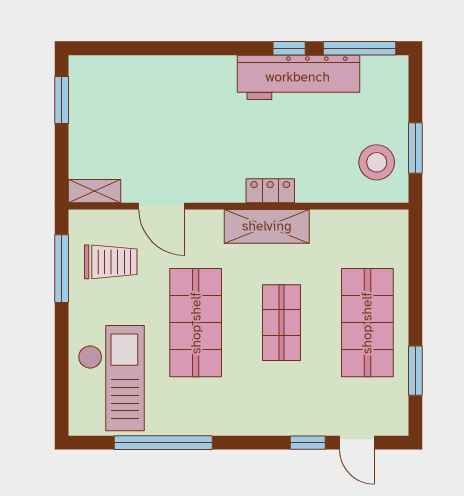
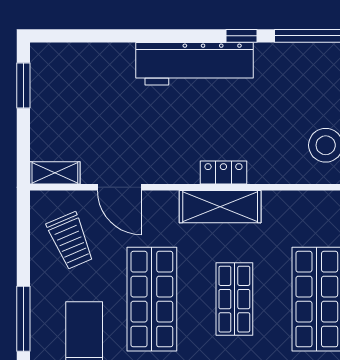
workbench: (298, 77) -> (195, 64), moved
trolley: (111, 262) -> (70, 241), turned 67
window: (62, 269) -> (23, 319), moved

